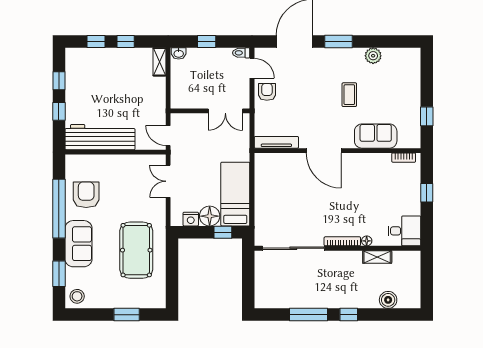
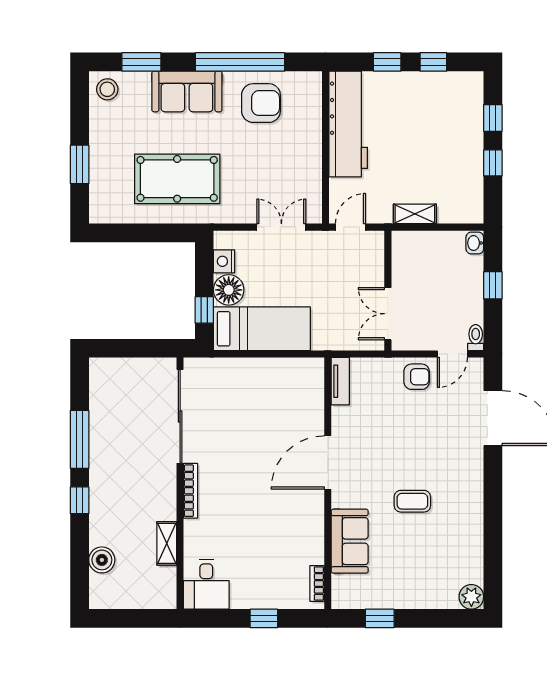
window: (338, 41) -> (493, 485), removed
plant: (373, 56) -> (471, 597), moved
shelving: (159, 62) -> (415, 214), moved
tv unit: (276, 142) -> (340, 381), width x0.71
floor lamp: (367, 241) -> (191, 528), removed

